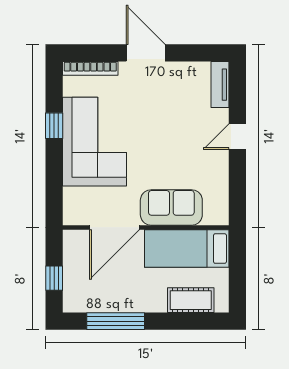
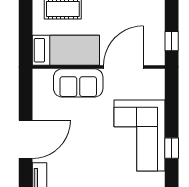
door: (237, 137) -> (26, 139), width x1.88
window: (54, 278) -> (172, 41), moved

